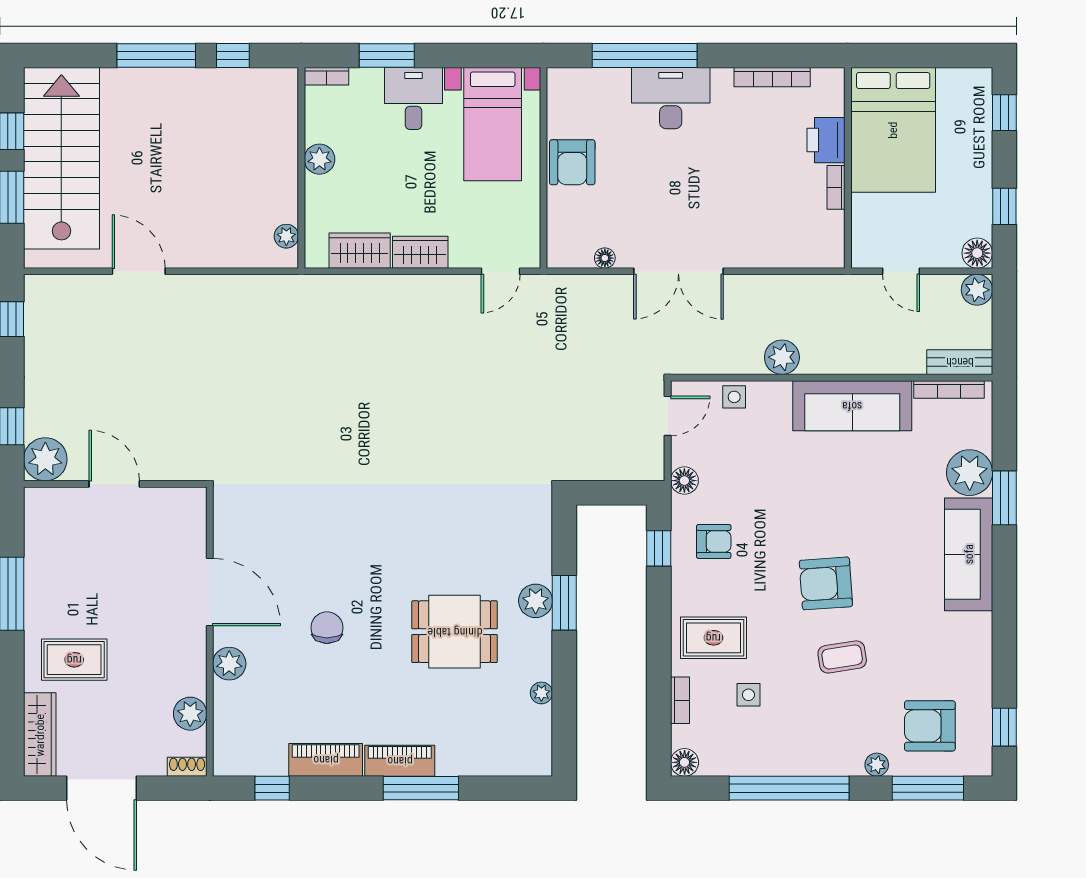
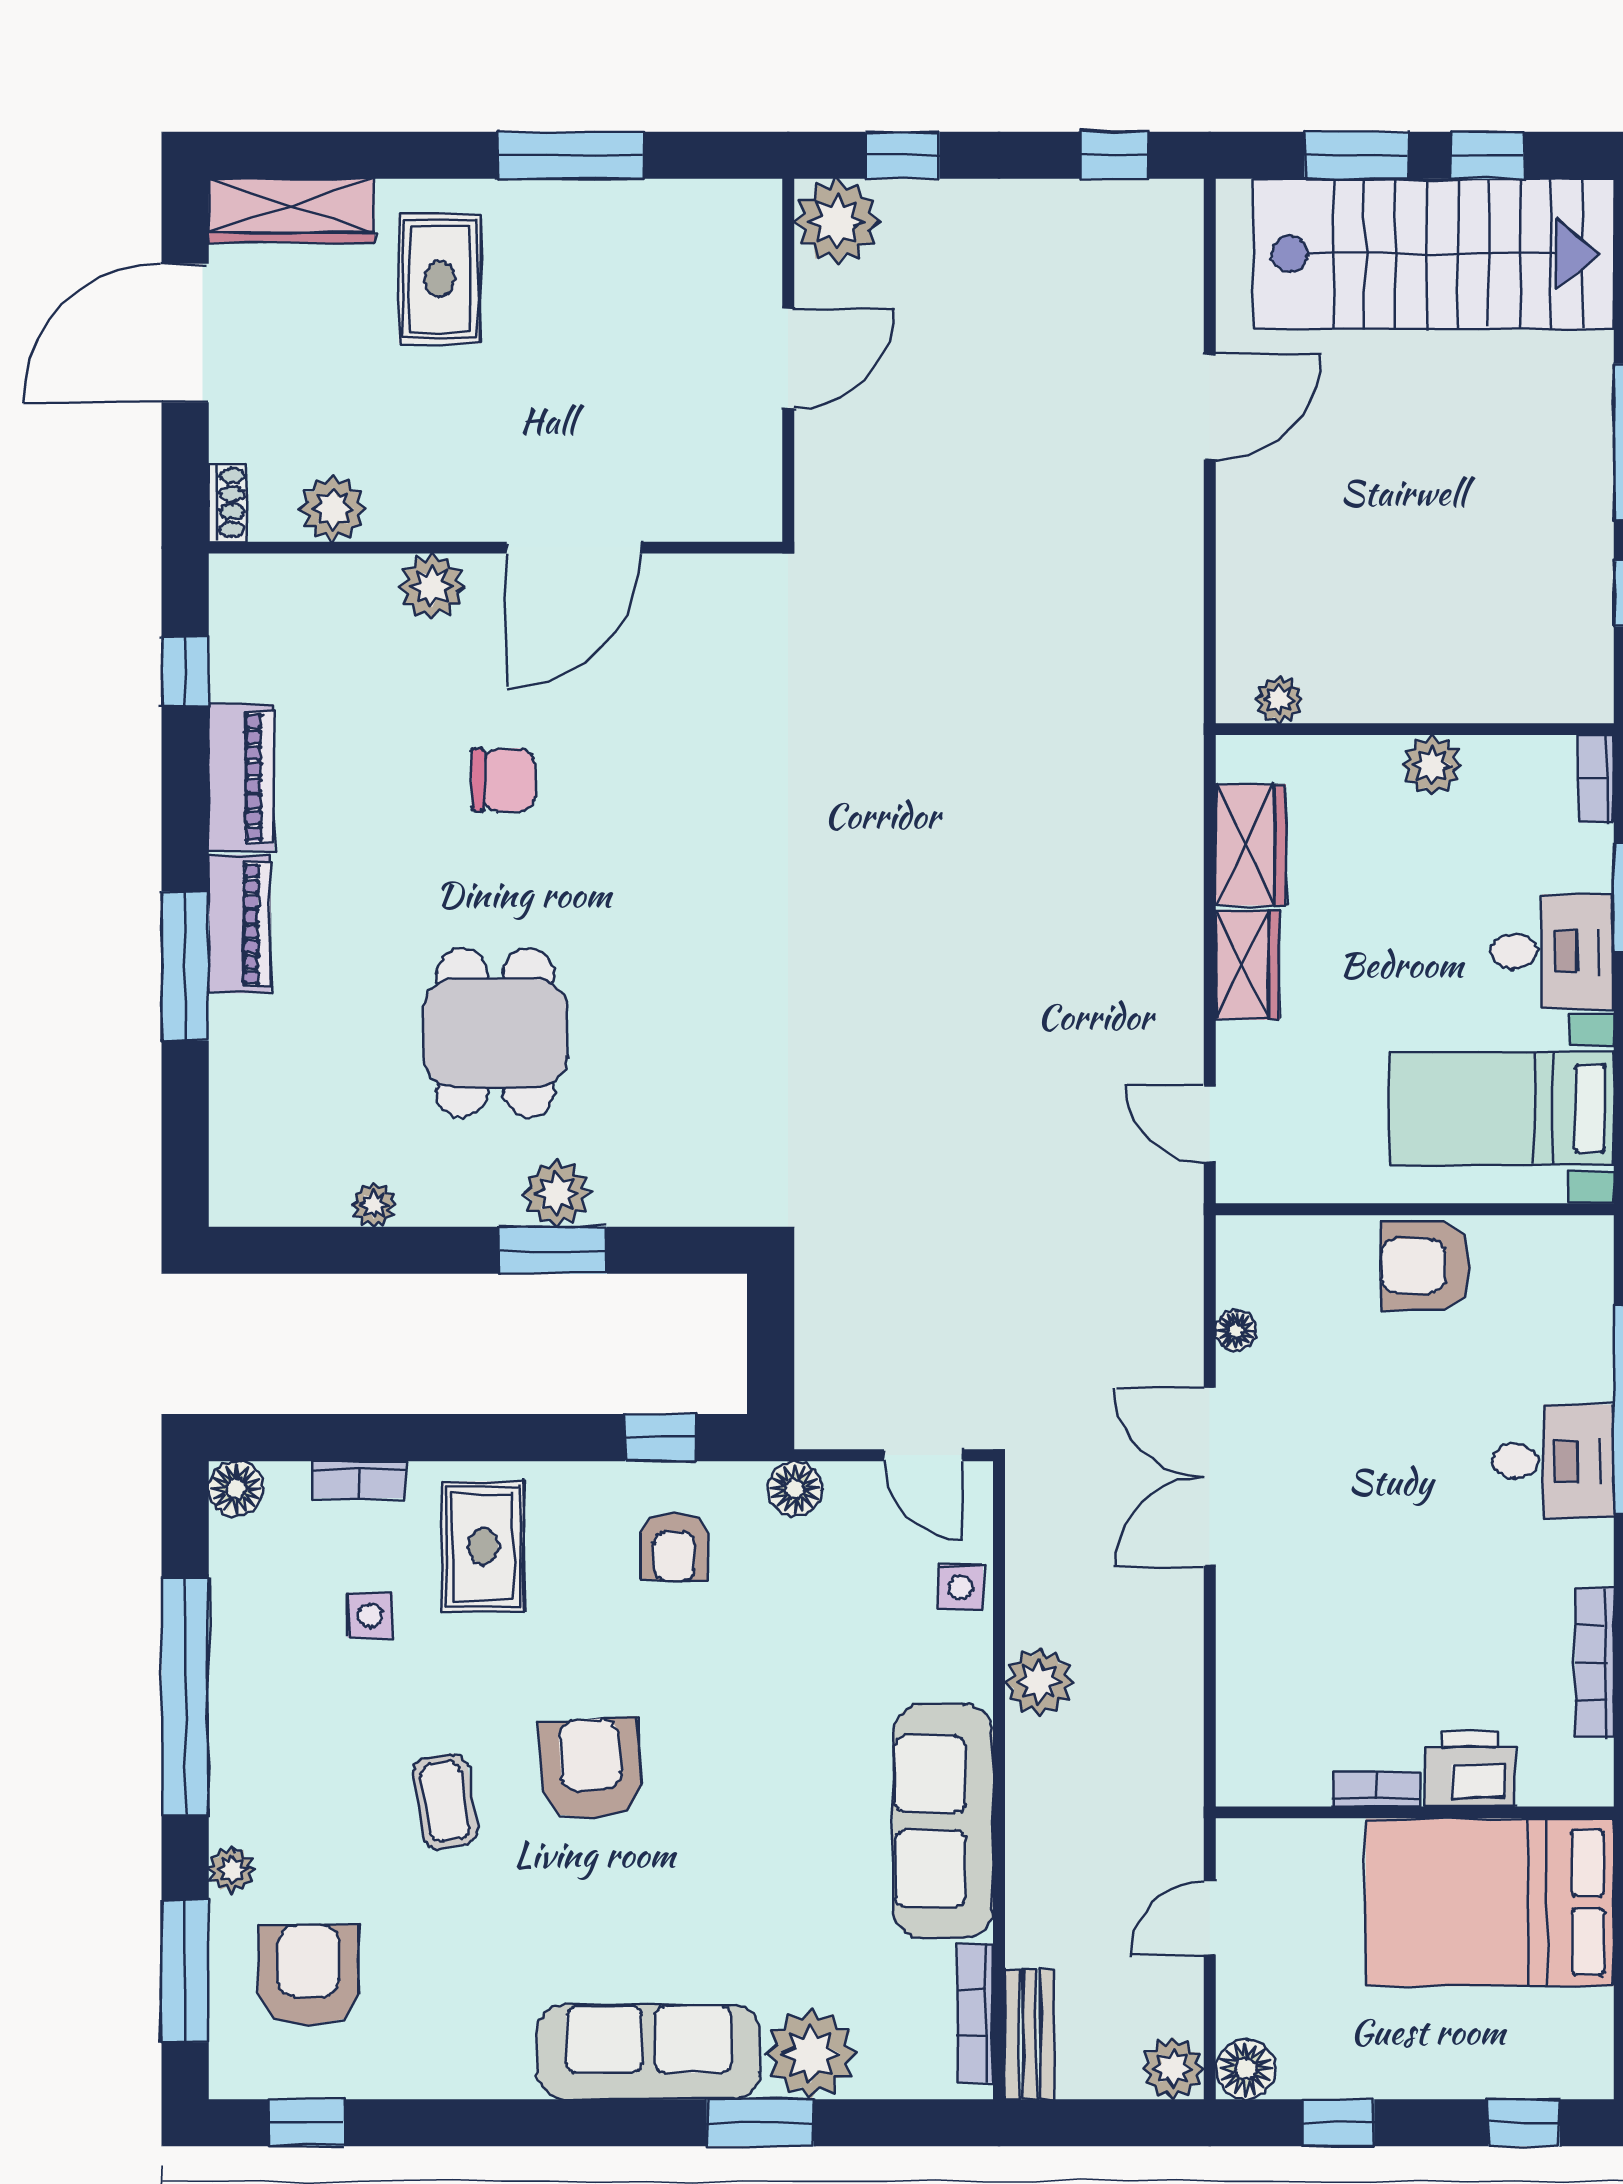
desk: (671, 98) -> (1553, 1461), width x0.73

